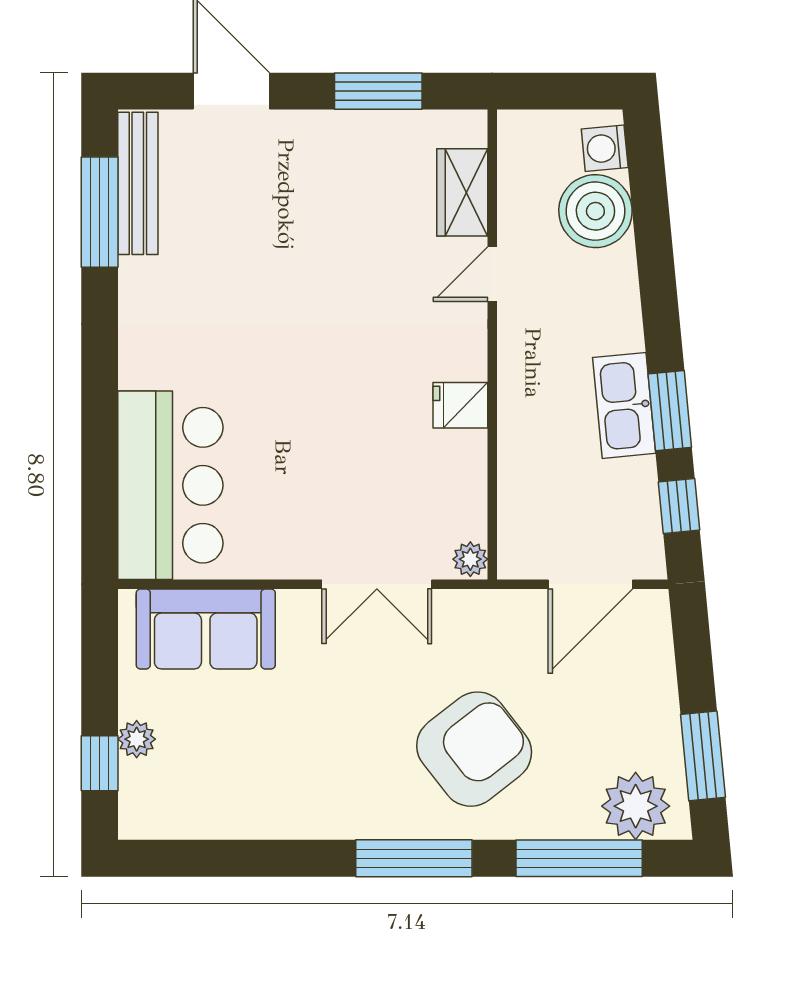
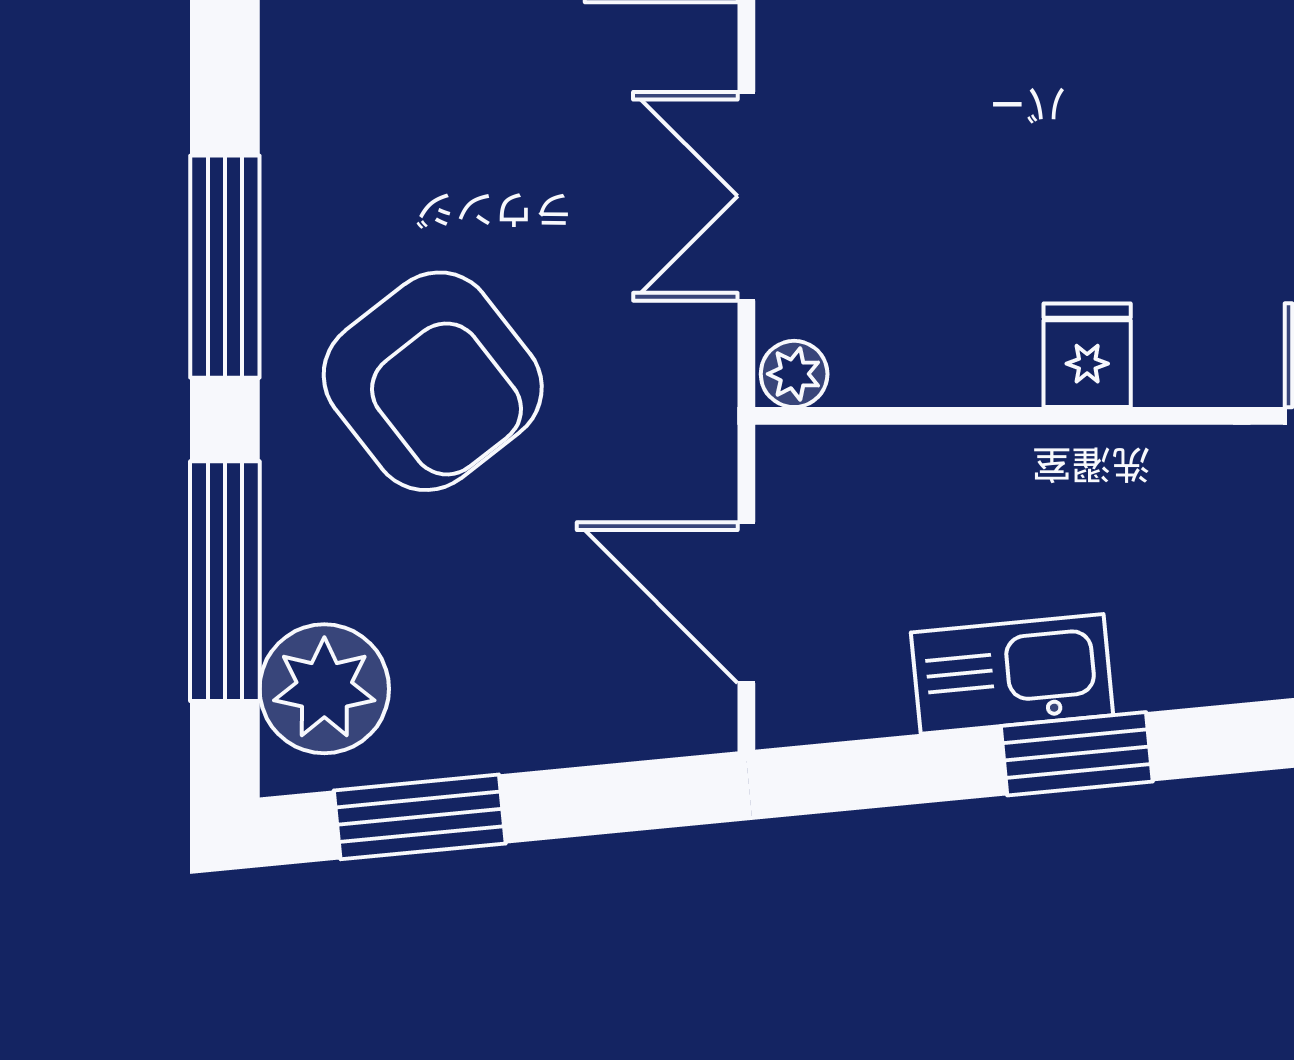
kitchen sink: (624, 405) -> (1012, 674), moved
window: (679, 506) -> (895, 771), removed

